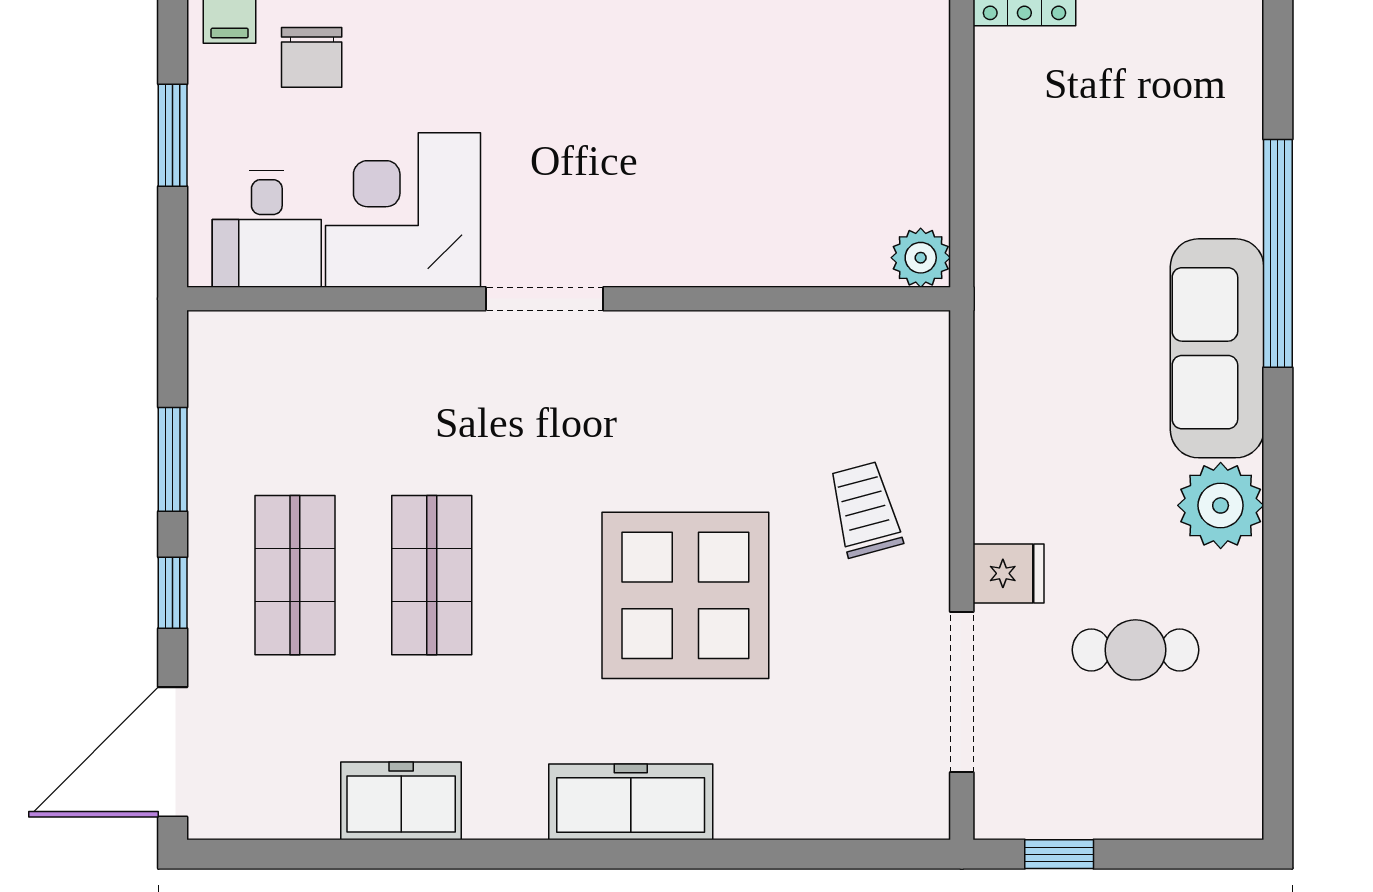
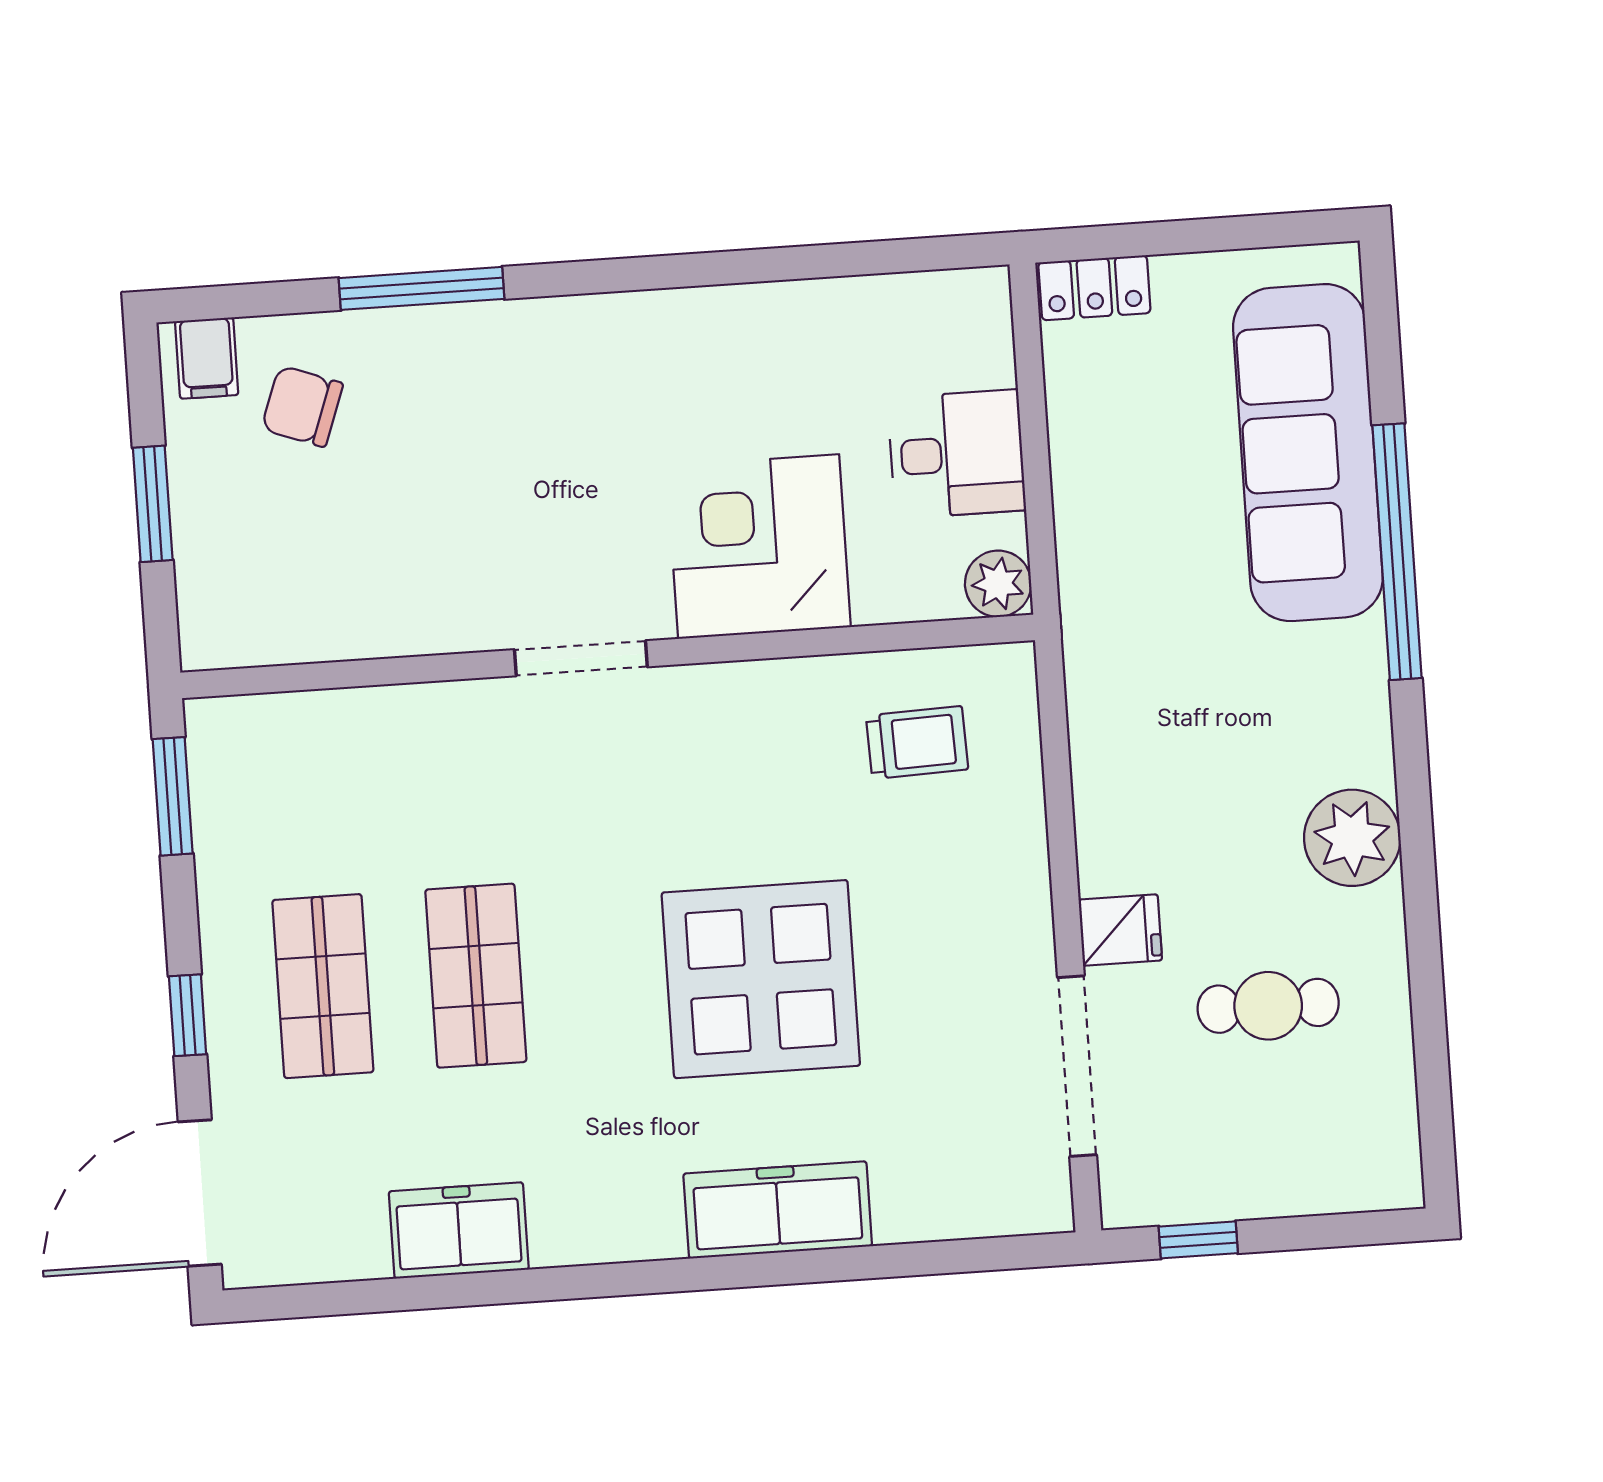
chair: (312, 57) -> (302, 406), turned 110
corner desk: (403, 210) -> (759, 547), moved
desk: (267, 229) -> (957, 454), moved, turned -90
sofa: (1217, 348) -> (1308, 453), moved, width x1.36, depth x1.27
window: (173, 459) -> (173, 796), moved
trolley: (865, 509) -> (917, 743), moved, turned 103
freezer: (631, 802) -> (778, 1210), moved

